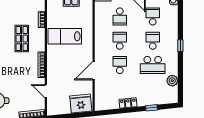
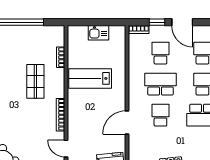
school desk: (120, 16) -> (160, 53), turned 180
school desk: (120, 41) -> (160, 84), width x1.85

